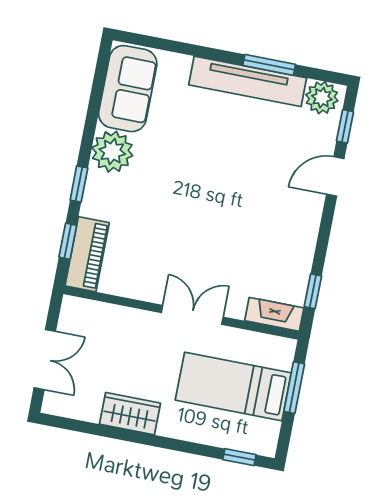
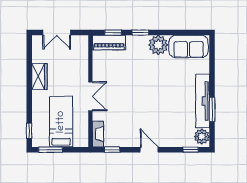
door: (335, 176) -> (149, 150), moved
window: (294, 388) -> (50, 150), moved

